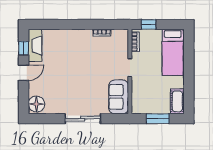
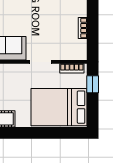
bed: (173, 52) -> (59, 107), width x1.50

